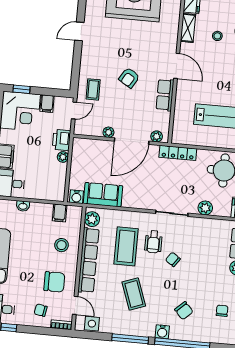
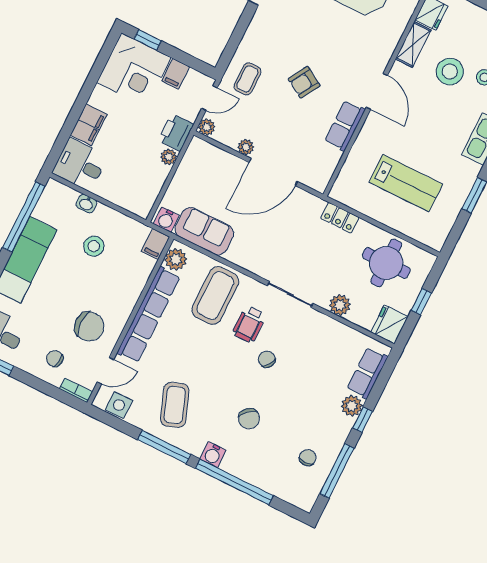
stool: (217, 36) -> (450, 72), width x1.89, depth x1.89
plant: (157, 136) -> (207, 127), moved
locker: (178, 153) -> (340, 218), width x0.66
filing cabinet: (60, 213) -> (155, 244), moved
stool: (62, 245) -> (94, 246), moved
coffee table: (126, 246) -> (215, 296), moved
coffee table: (134, 294) -> (175, 405), moved
door: (75, 305) -> (105, 371), hinge flipped
chair: (184, 311) -> (249, 419), moved

